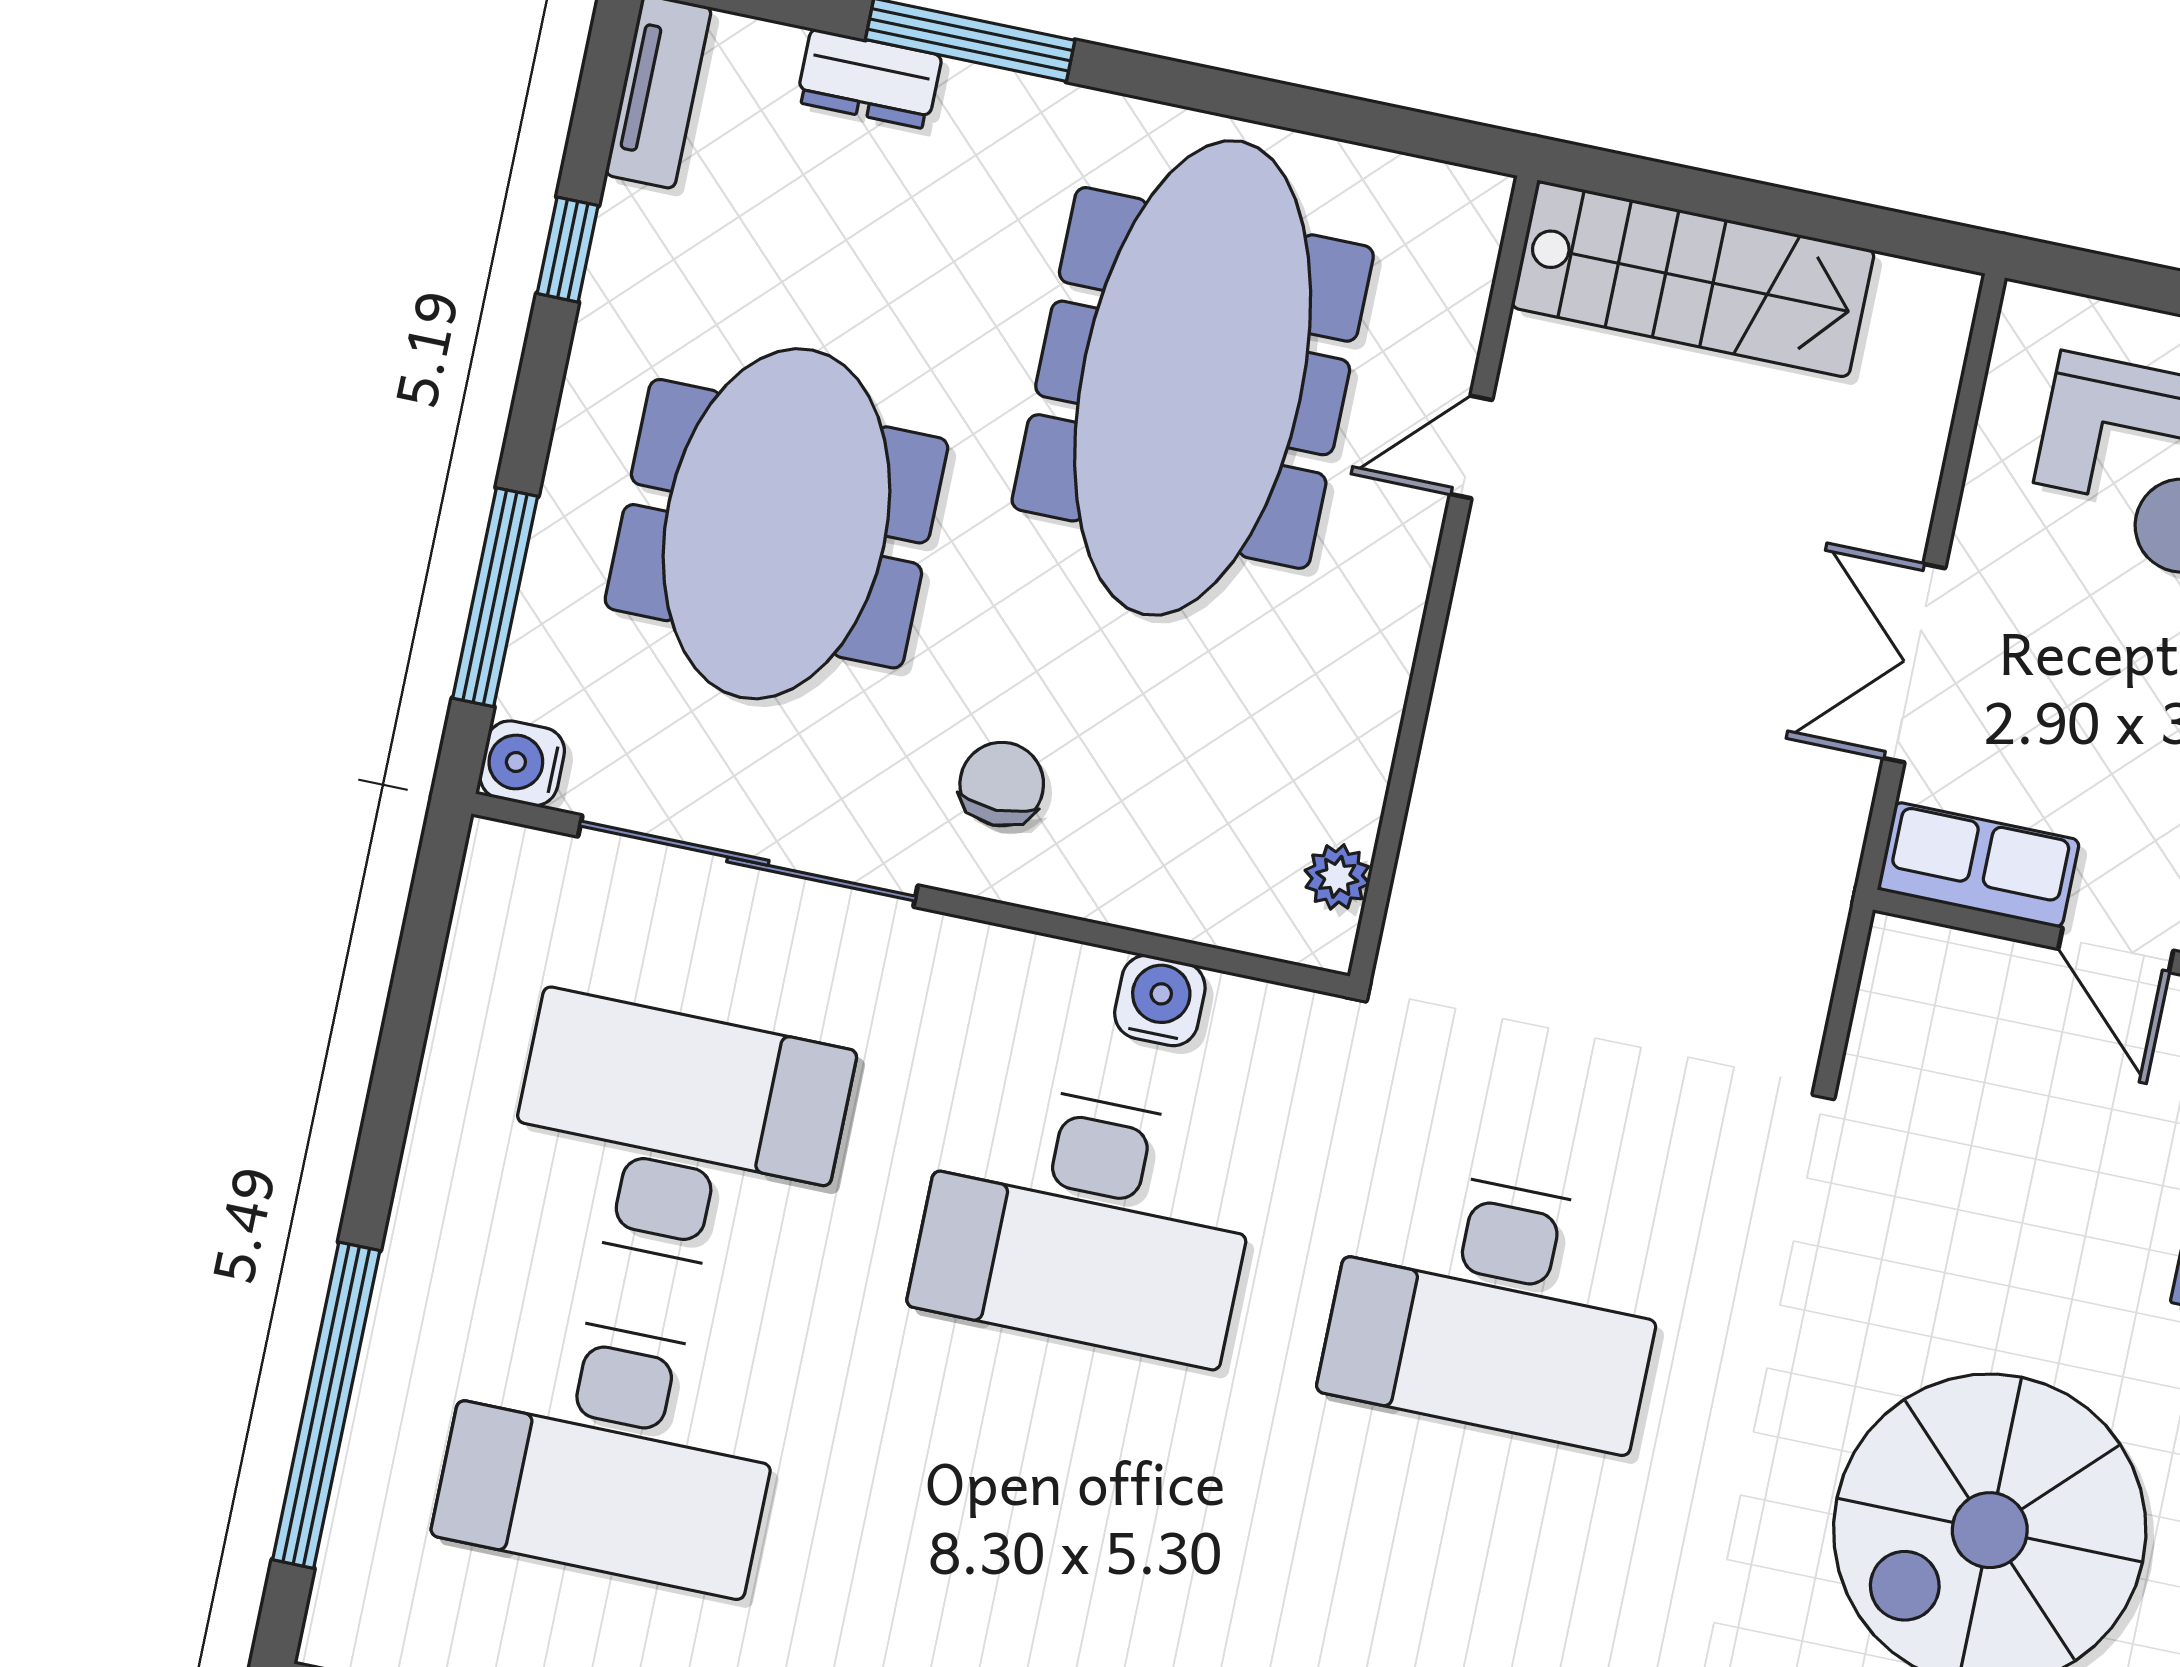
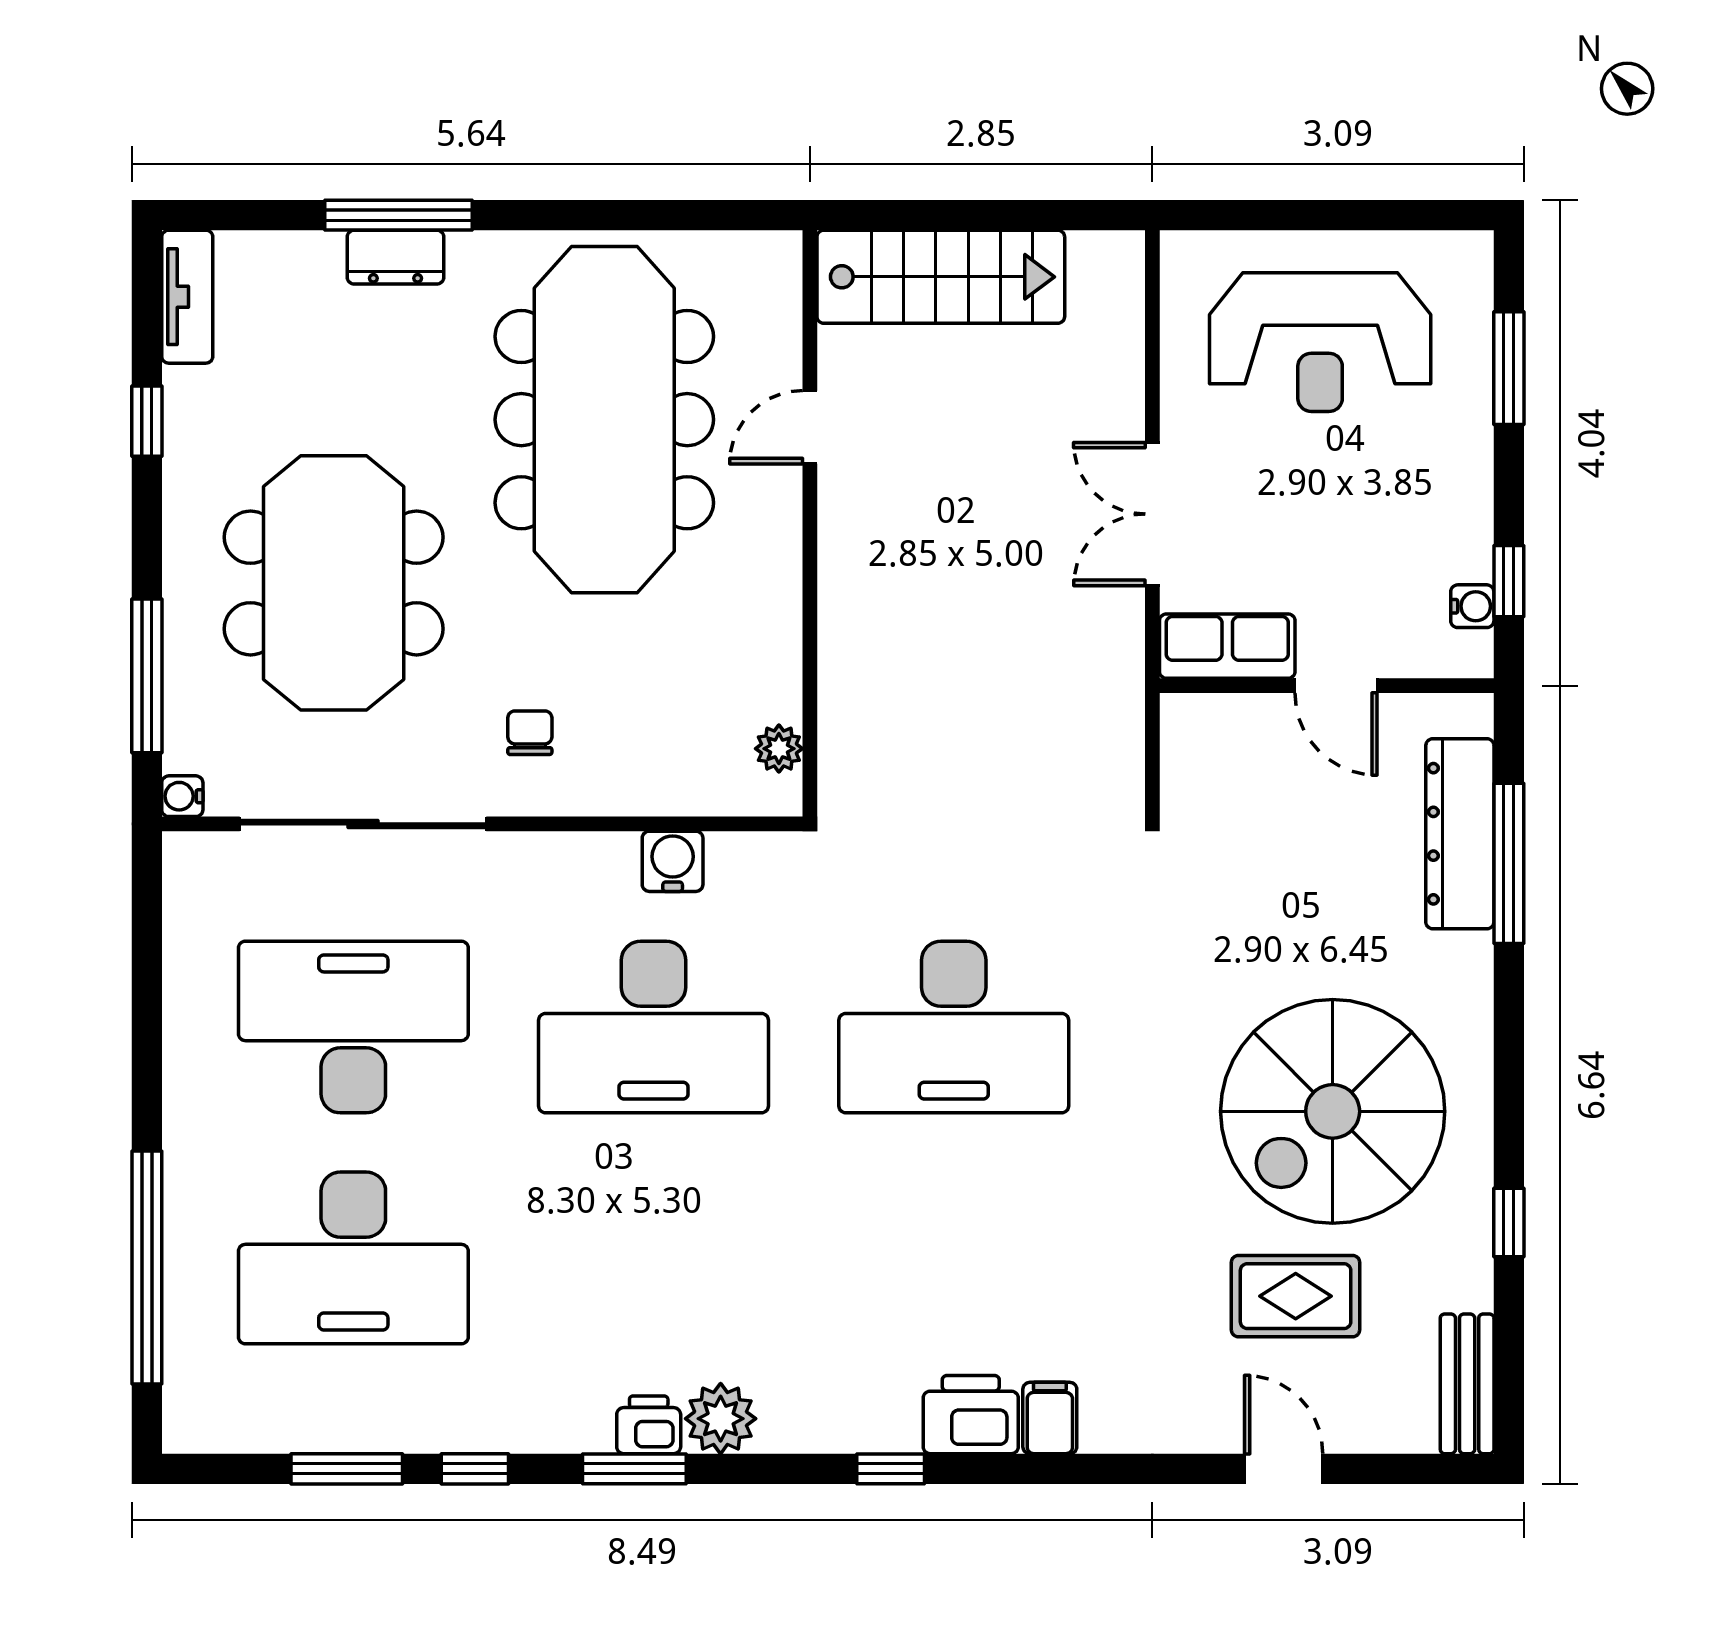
dresser: (869, 79) -> (395, 257), moved
water cooler: (522, 763) -> (182, 796), width x0.72, depth x0.72
chair: (1002, 784) -> (530, 733), width x0.73, depth x0.73

